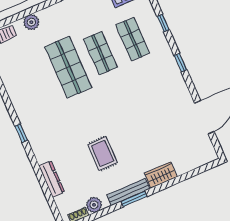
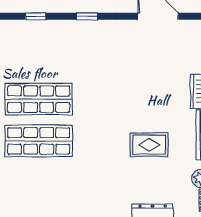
shop shelf: (133, 39) -> (39, 57), removed
shop shelf: (100, 53) -> (39, 99), width x1.43, depth x1.36

